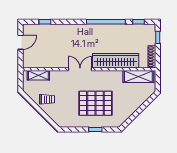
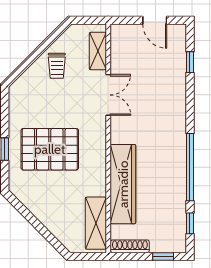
double door: (80, 69) -> (108, 95), moved
pallet: (95, 103) -> (50, 149), turned 90

